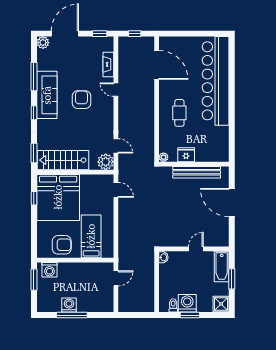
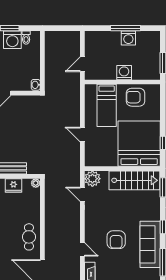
cafe table: (179, 113) -> (29, 237), moved
door: (116, 190) -> (82, 135), moved
washing machine: (49, 270) -> (124, 73), moved

